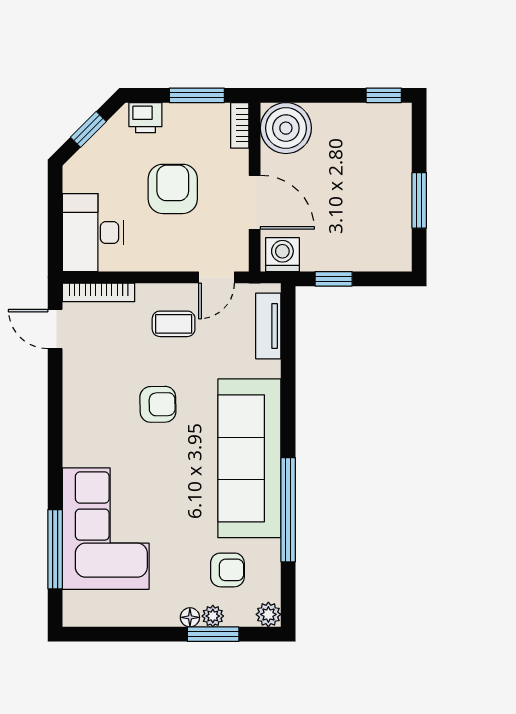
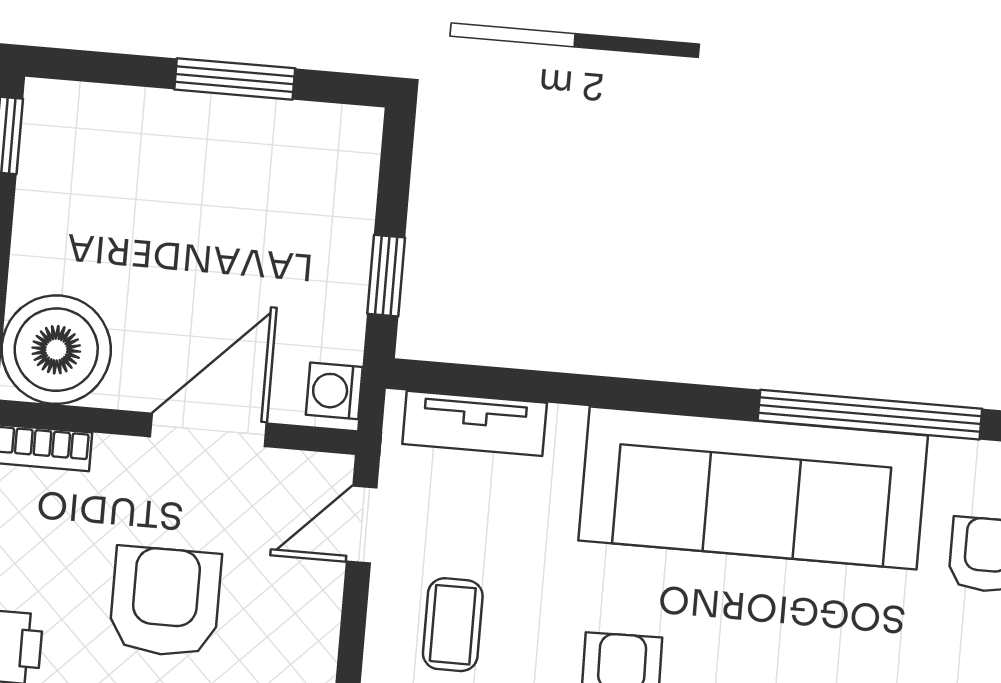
armchair: (173, 189) -> (165, 602), turned 90
washing machine: (282, 255) -> (334, 391), width x0.73, depth x0.73
door: (217, 277) -> (362, 525), swing flipped

